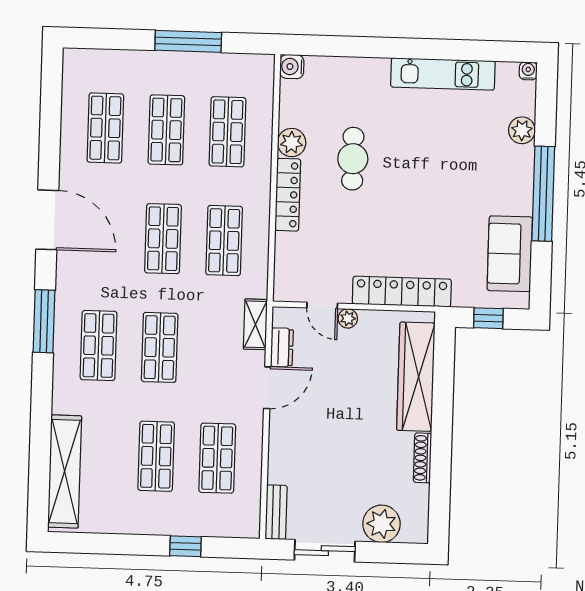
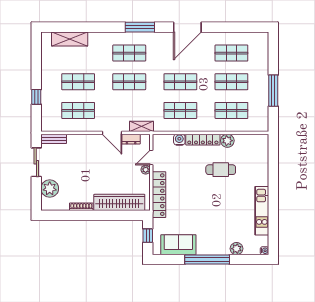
water cooler: (292, 67) -> (179, 140), moved
shelving: (65, 471) -> (70, 39), width x0.68

